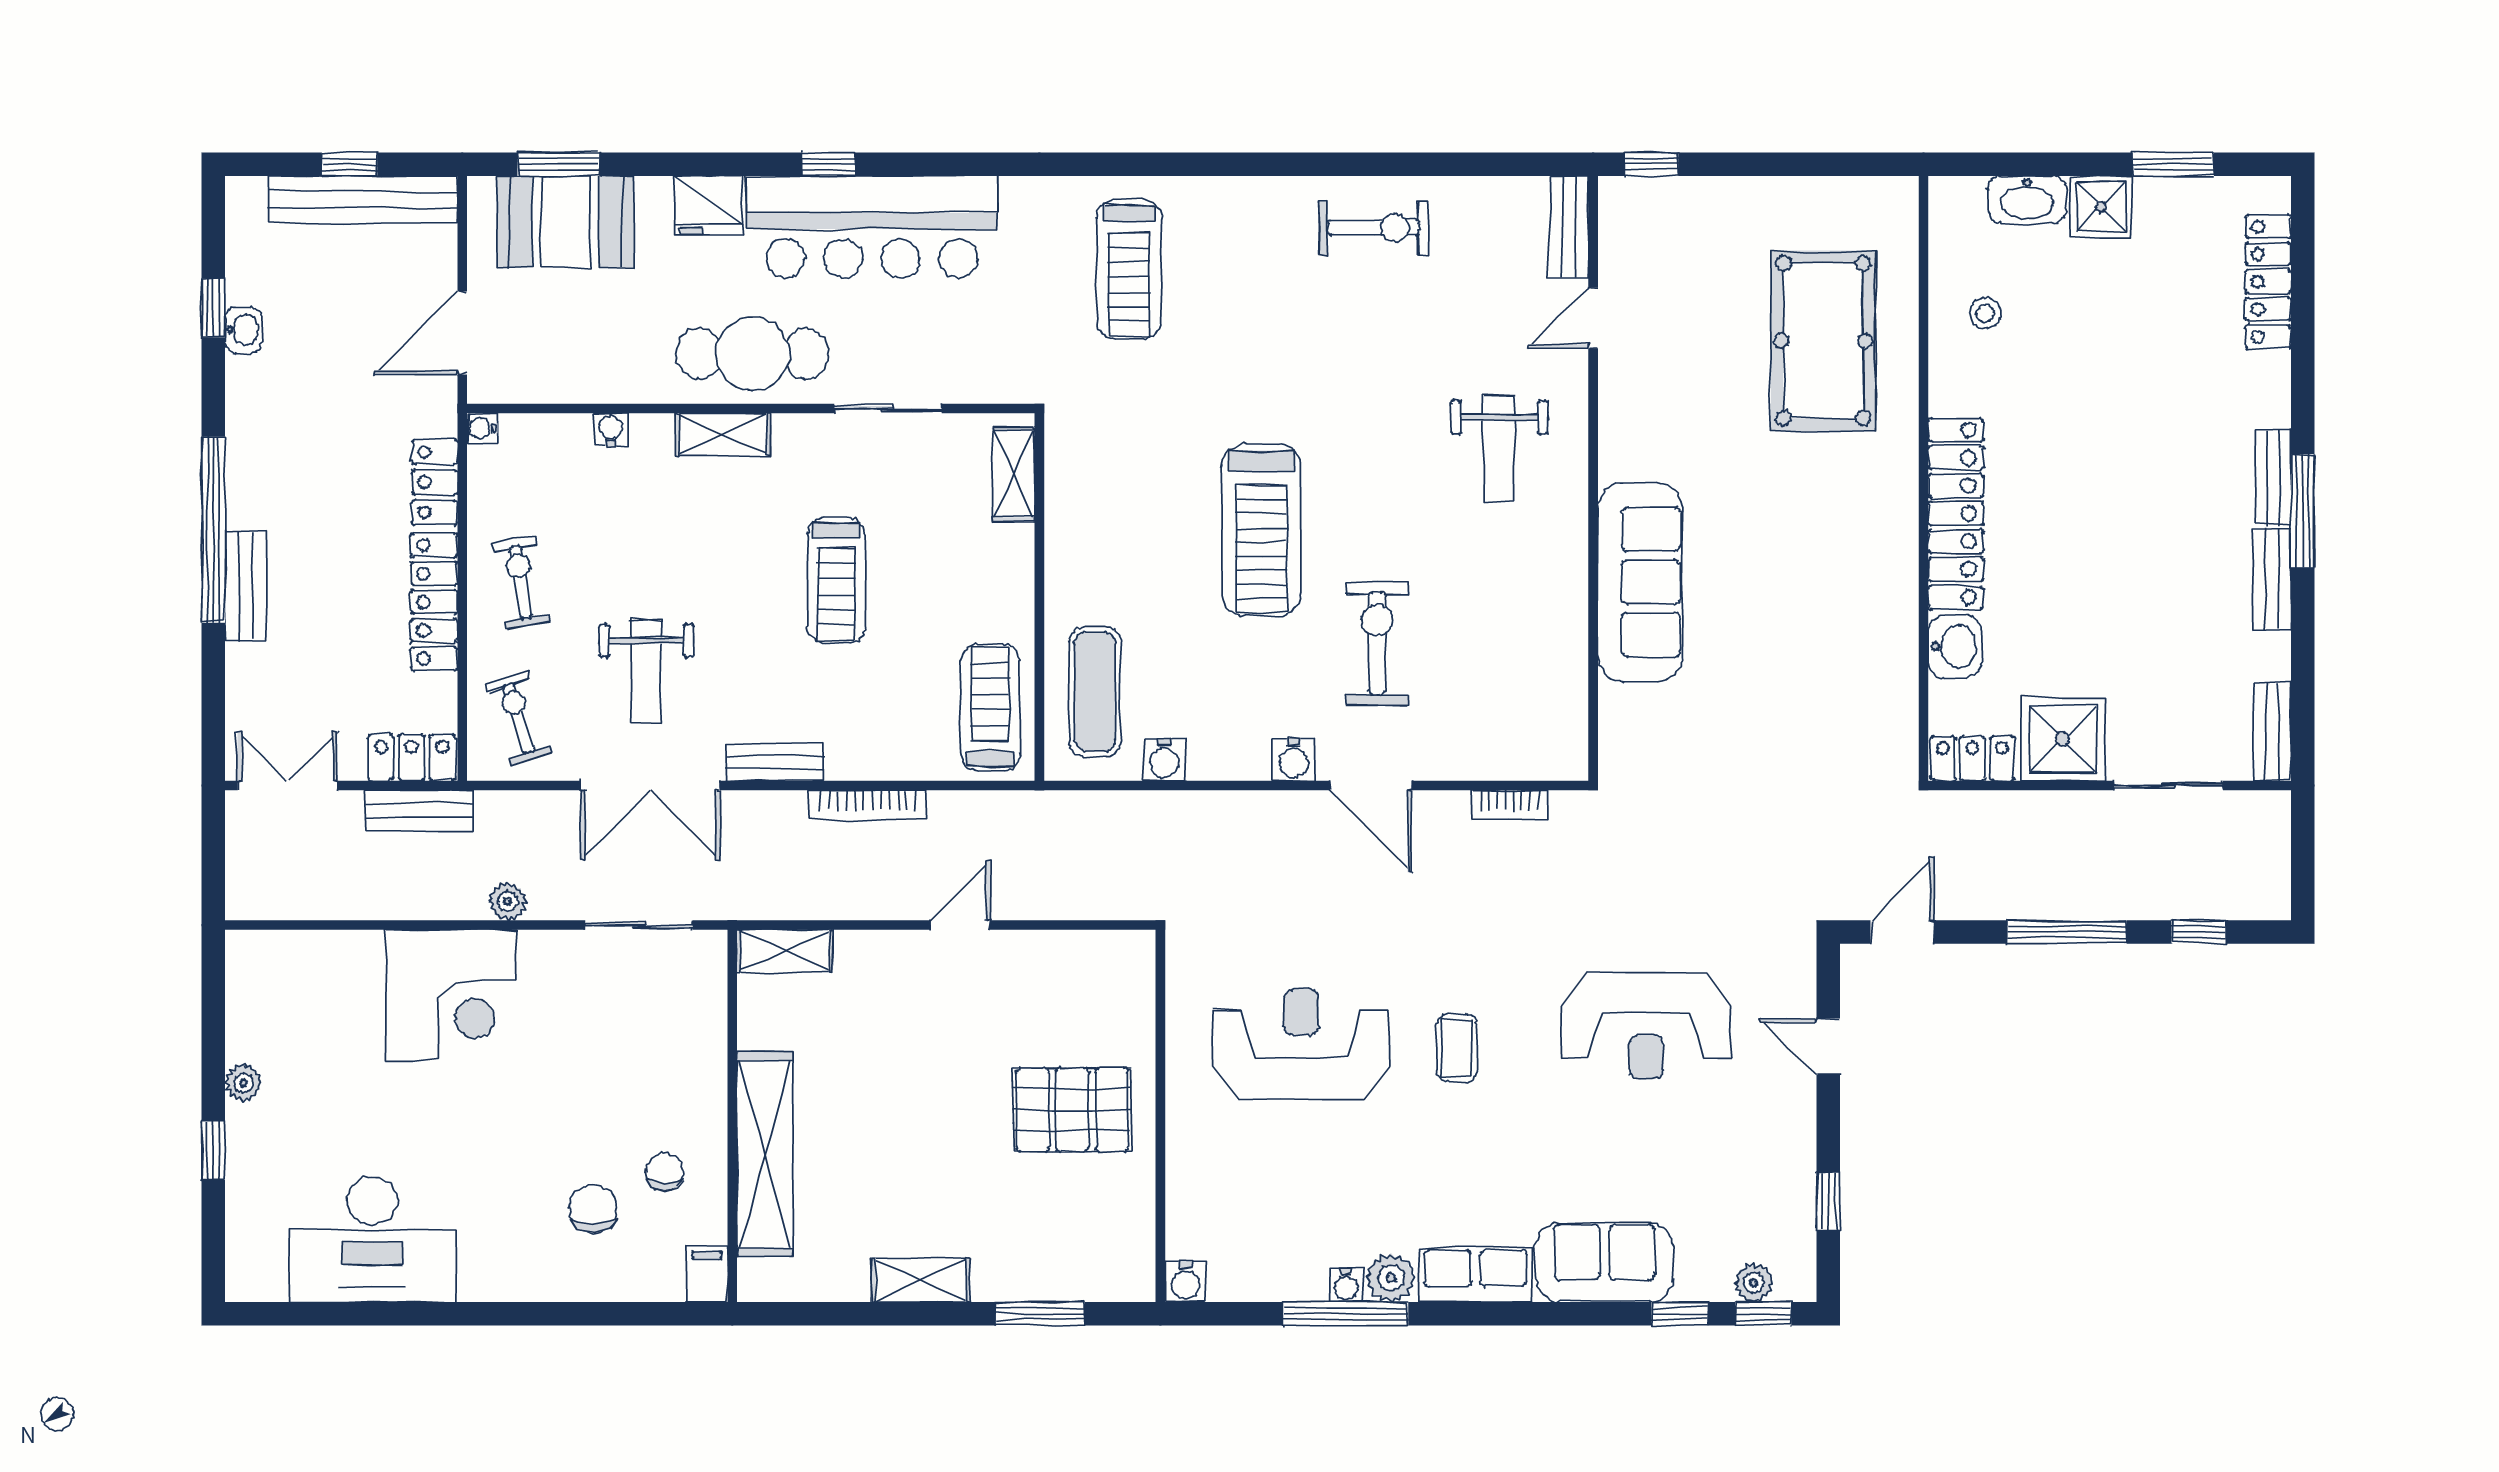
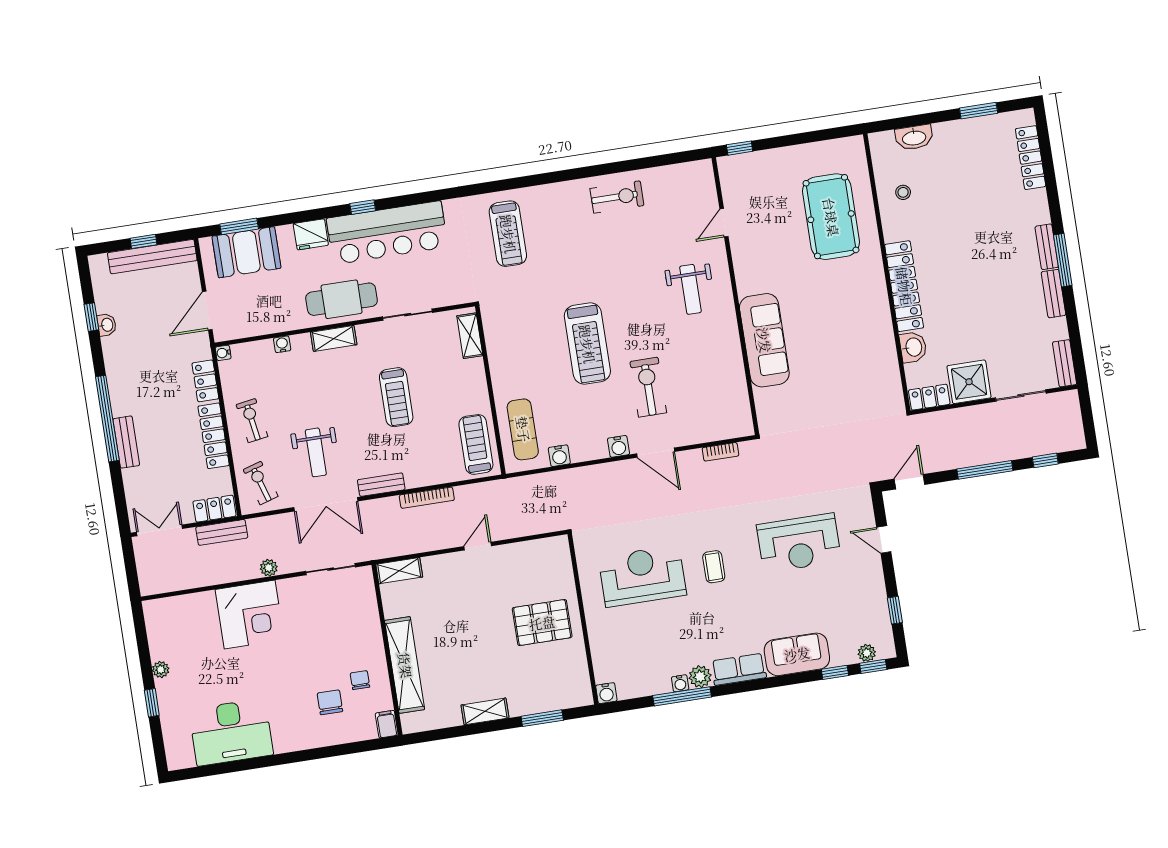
shower: (2101, 207) -> (948, 135), removed
bench: (1569, 227) -> (706, 183), removed

